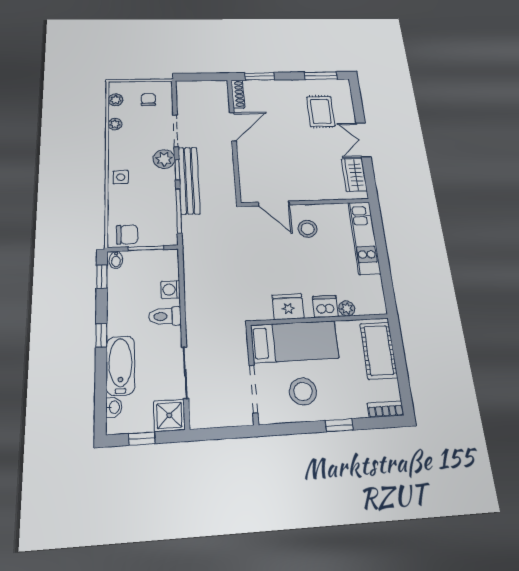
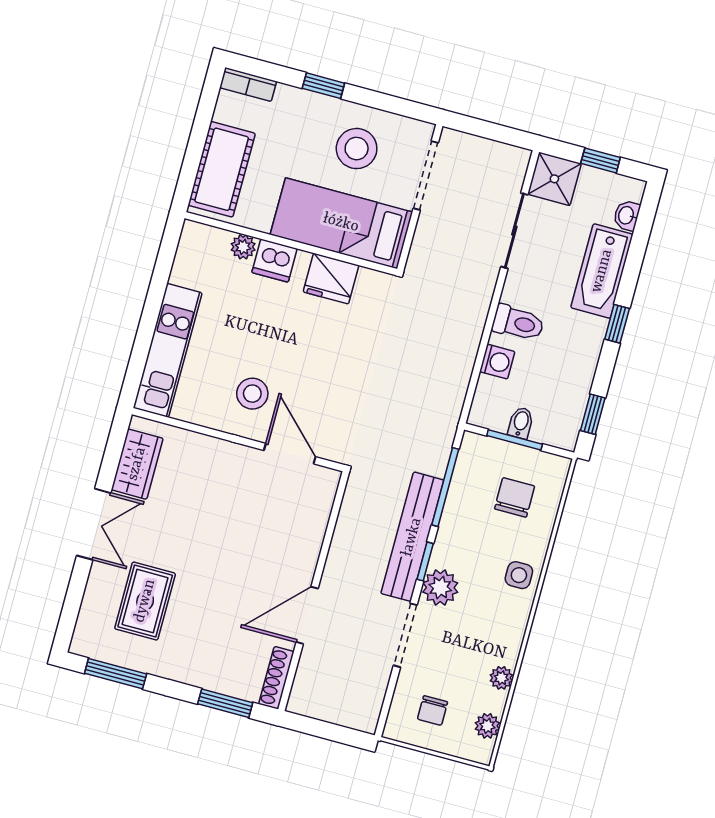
chair: (127, 235) -> (515, 497), moved, turned 90
bidet: (116, 260) -> (521, 423), moved

